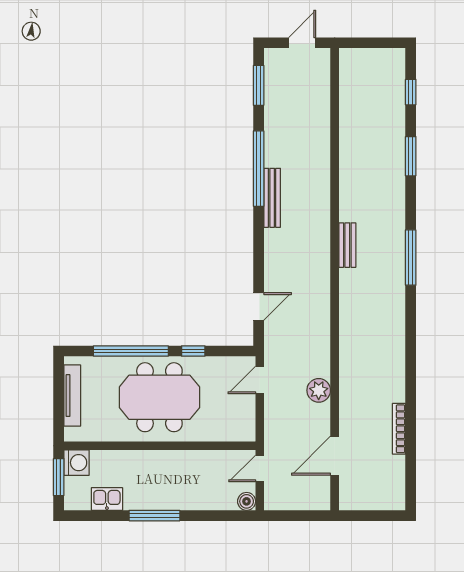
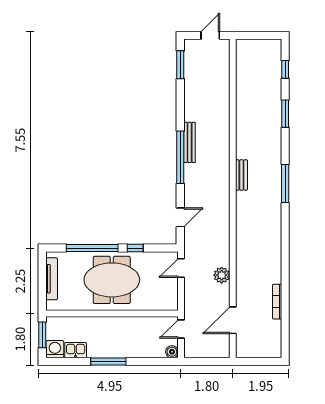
window: (259, 169) -> (180, 157), moved
washing machine: (77, 463) -> (55, 349), moved, turned -90

